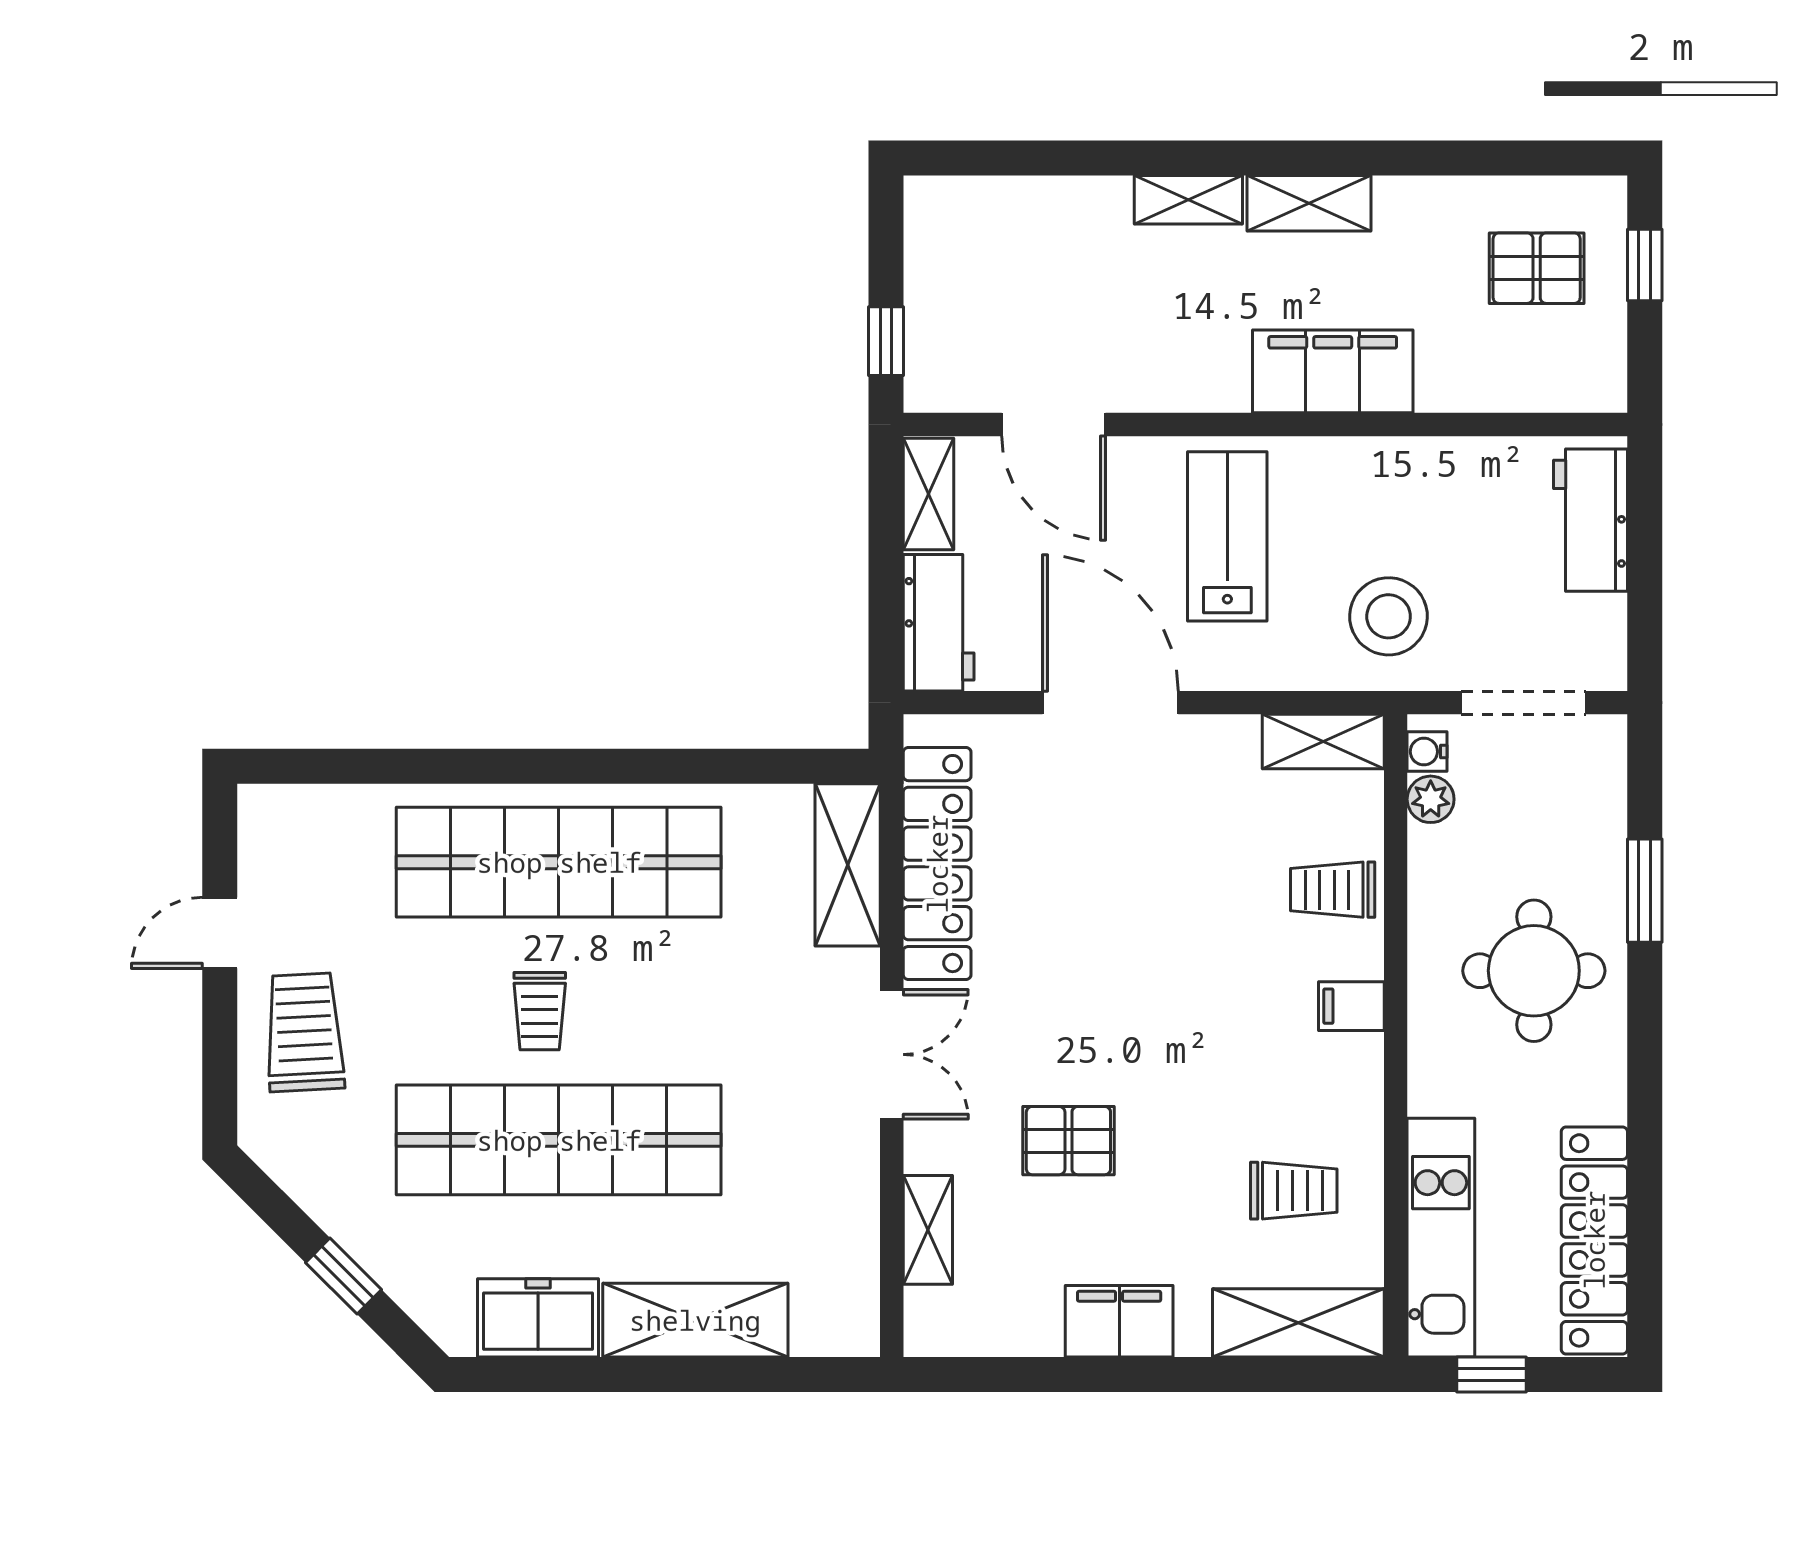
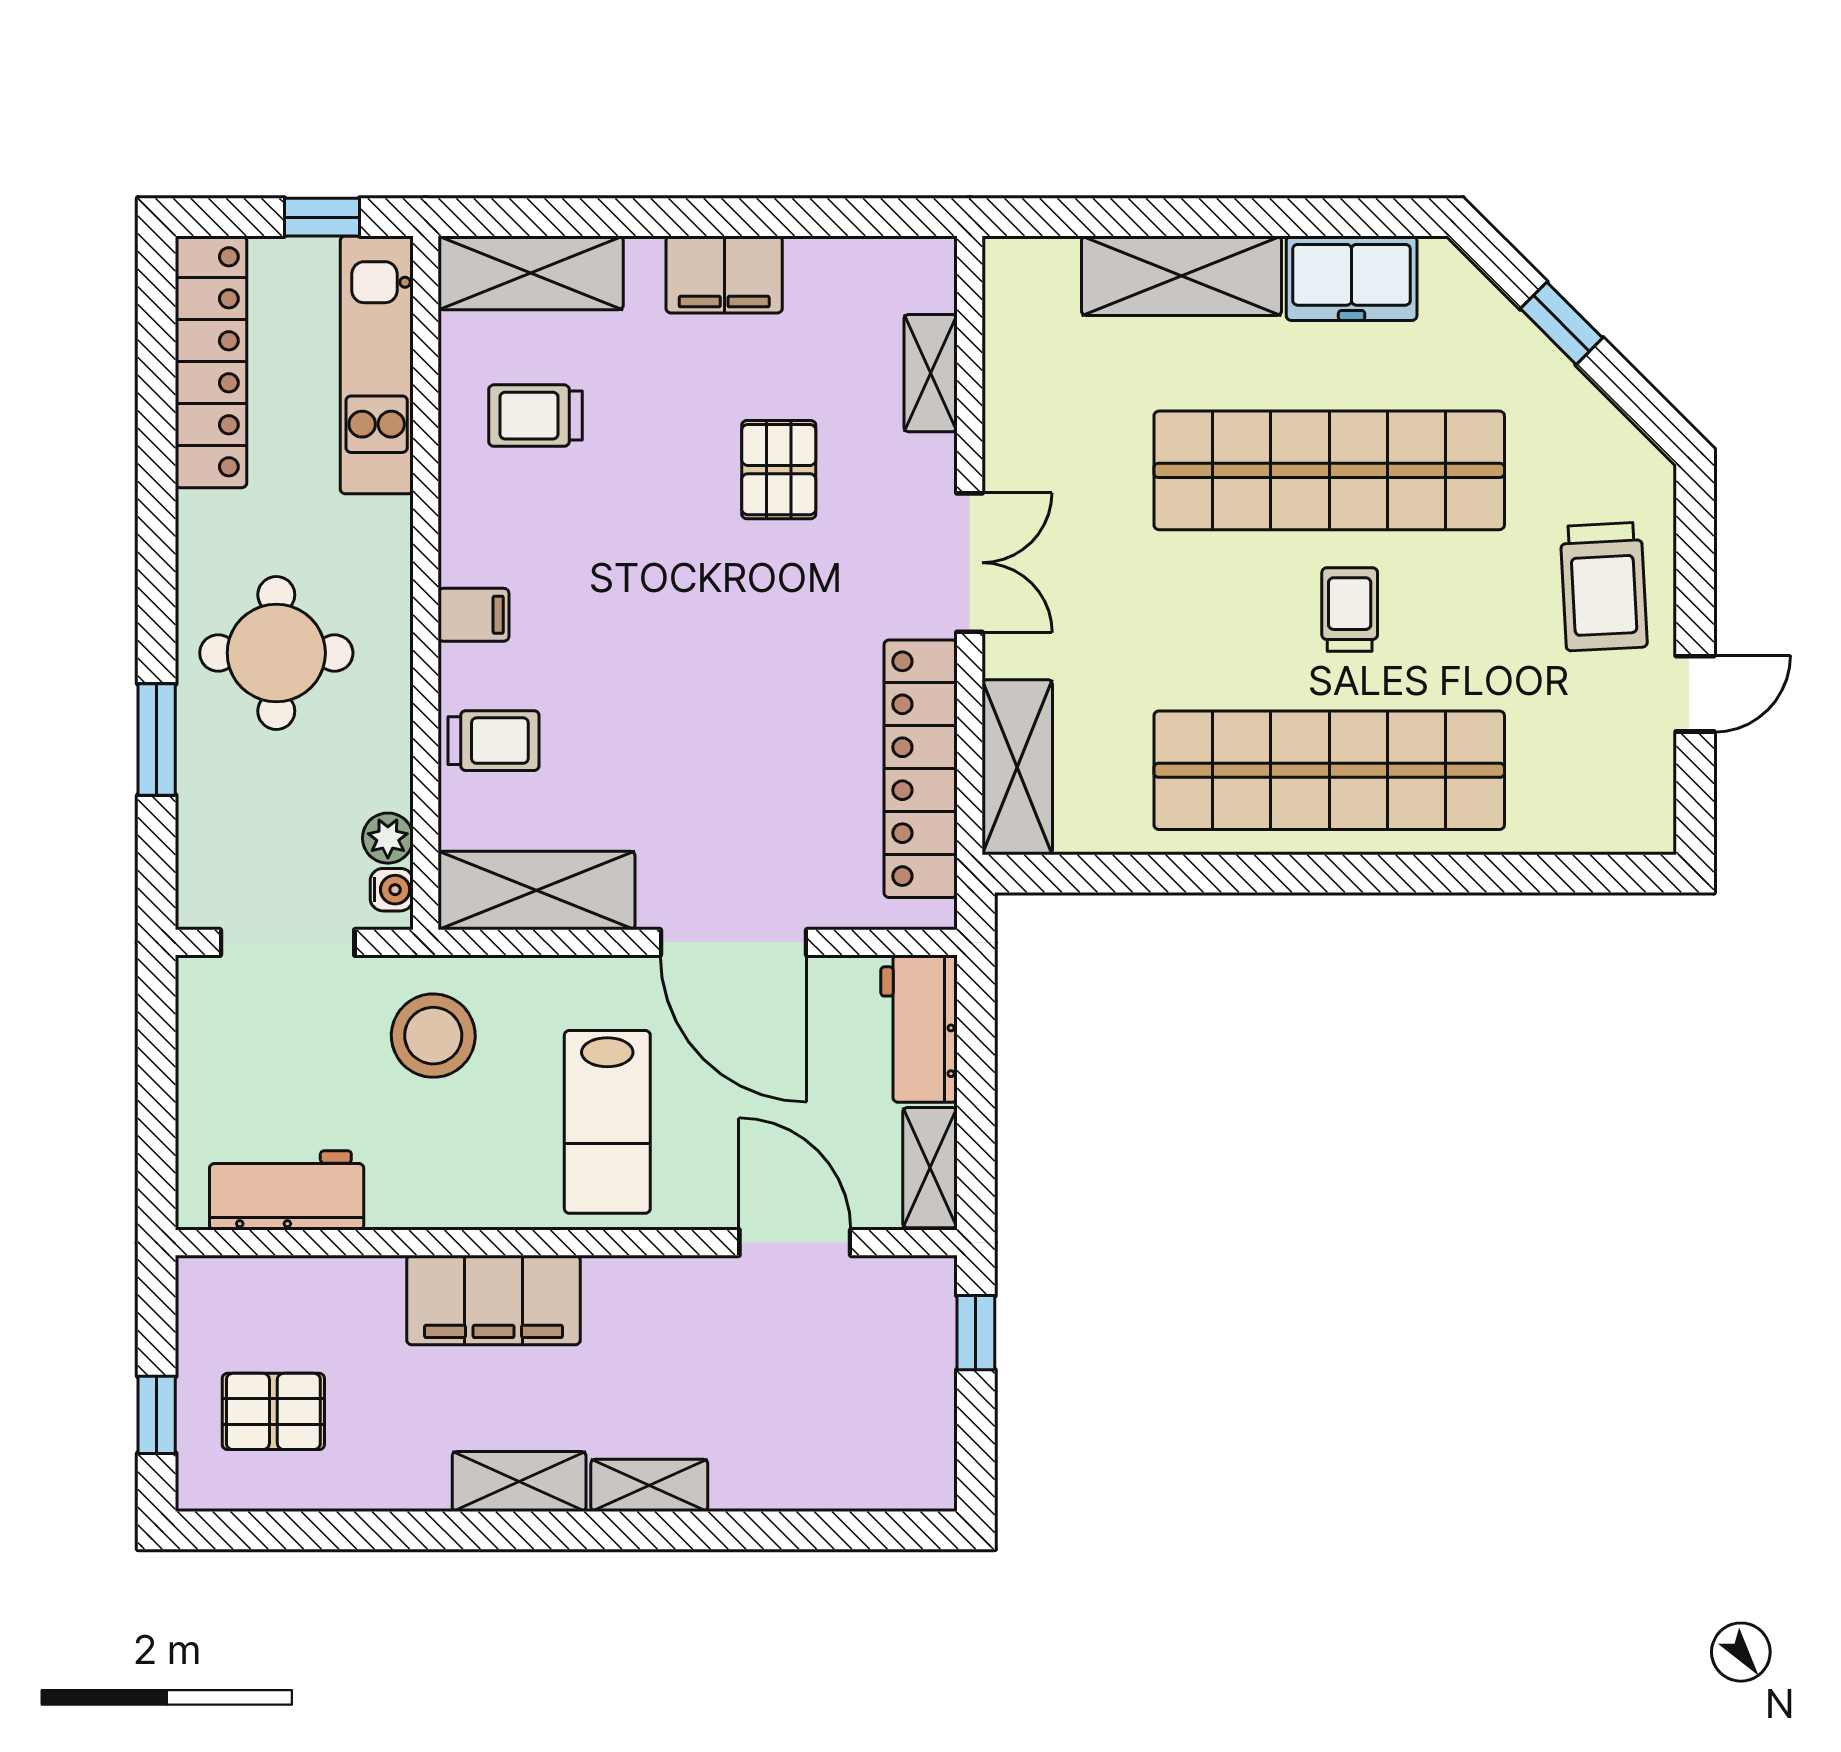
workbench: (1591, 520) -> (287, 1190), moved, turned -90
shelving: (1323, 742) -> (537, 891), width x1.50, depth x1.33
double door: (892, 1054) -> (970, 563), swing flipped
pallet: (1068, 1141) -> (779, 470), turned 90

